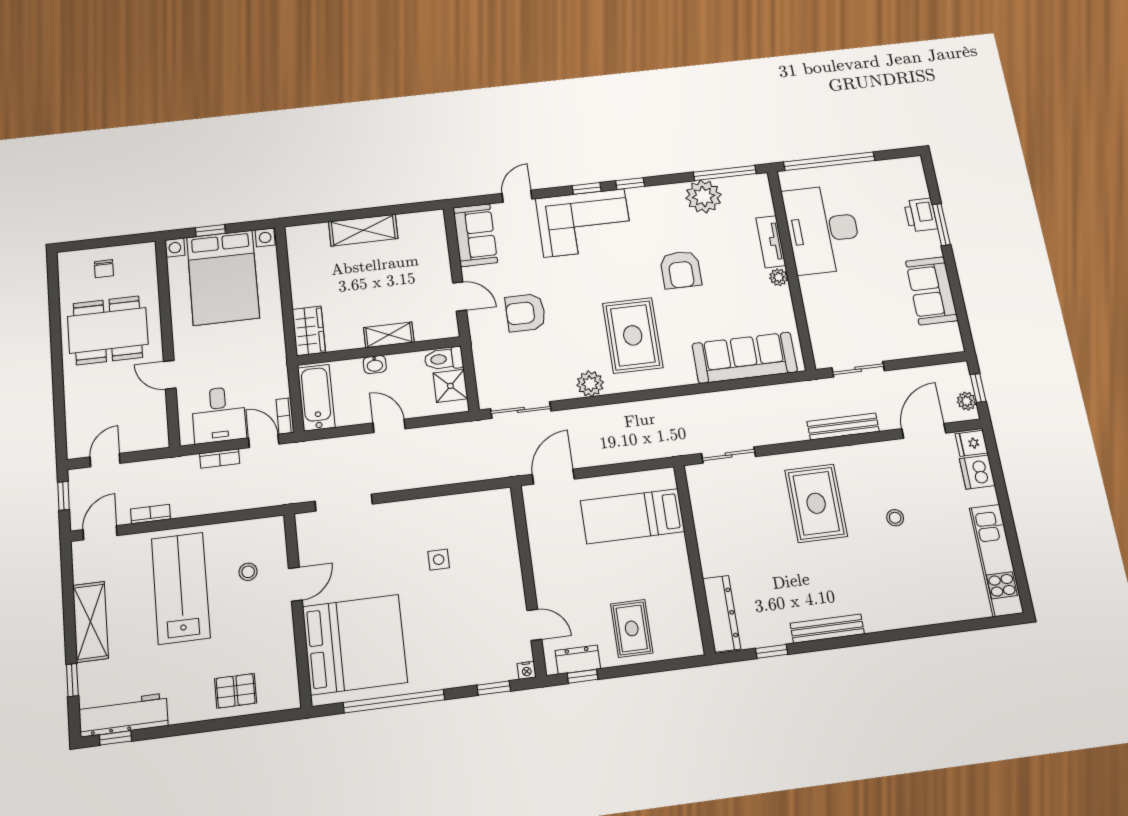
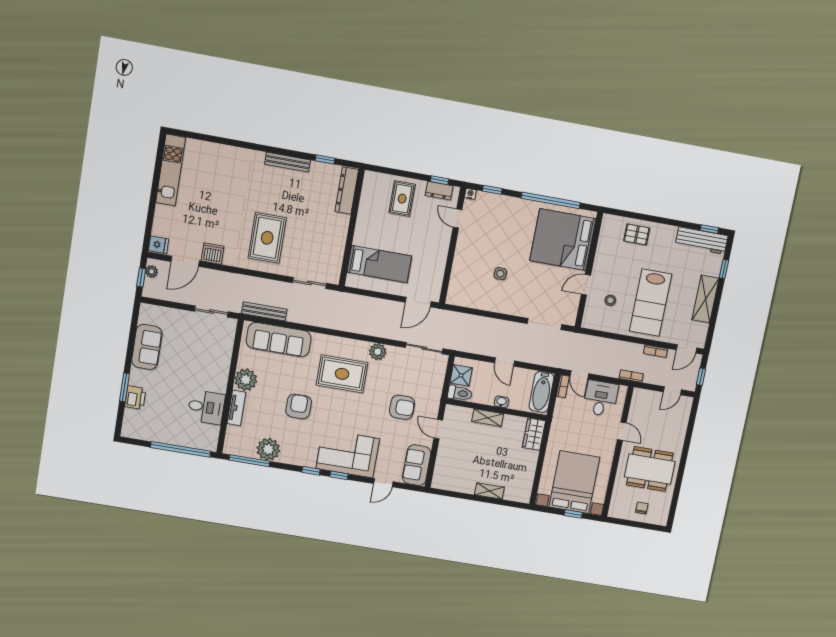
desk: (822, 229) -> (206, 407), width x0.53, depth x0.77
shelving: (363, 230) -> (489, 491), width x0.67, depth x0.75
plant: (779, 277) -> (246, 380), width x1.87, depth x1.87
rug: (633, 335) -> (342, 374), turned 90
bench: (843, 427) -> (264, 311), moved
bookcase: (220, 459) -> (631, 376), moved
dishwasher: (977, 472) -> (213, 254), moved, turned -90
stool: (895, 518) -> (223, 214), removed

